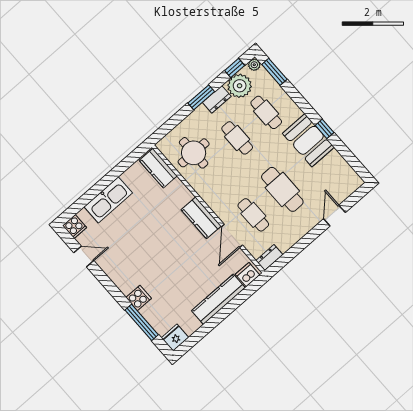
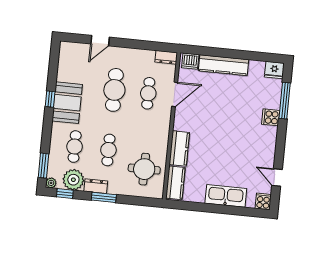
kitchen counter: (201, 218) -> (179, 149), moved

